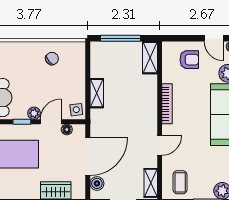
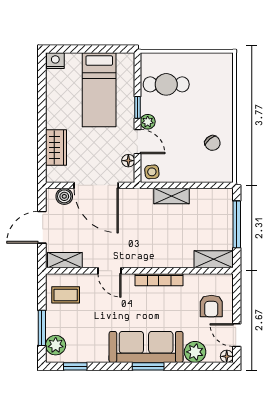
door: (214, 38) -> (237, 335), hinge flipped

